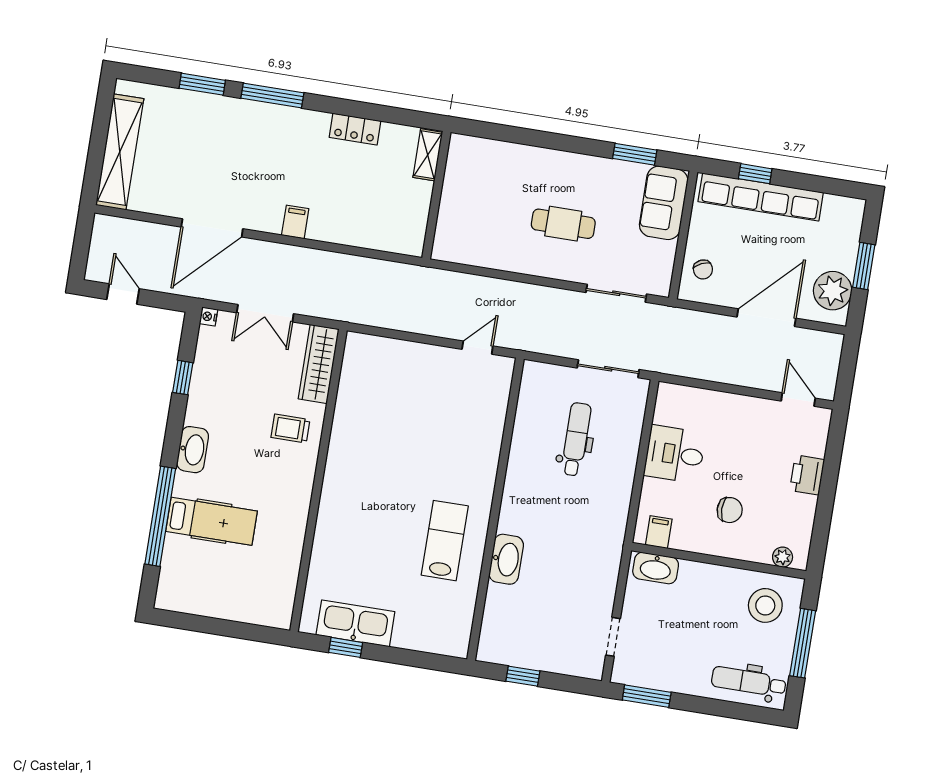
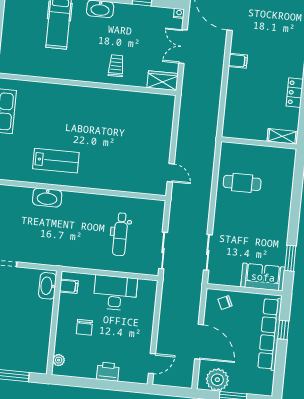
cafe table: (563, 224) -> (242, 183), moved, turned 90
wardrobe: (319, 364) -> (163, 81), width x0.67
dental chair: (576, 439) -> (120, 234), turned 90
desk: (675, 454) -> (115, 293), width x1.37
stool: (765, 605) -> (30, 352), removed

